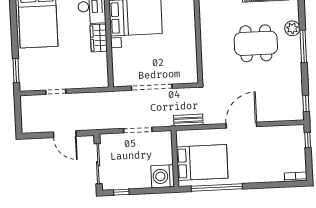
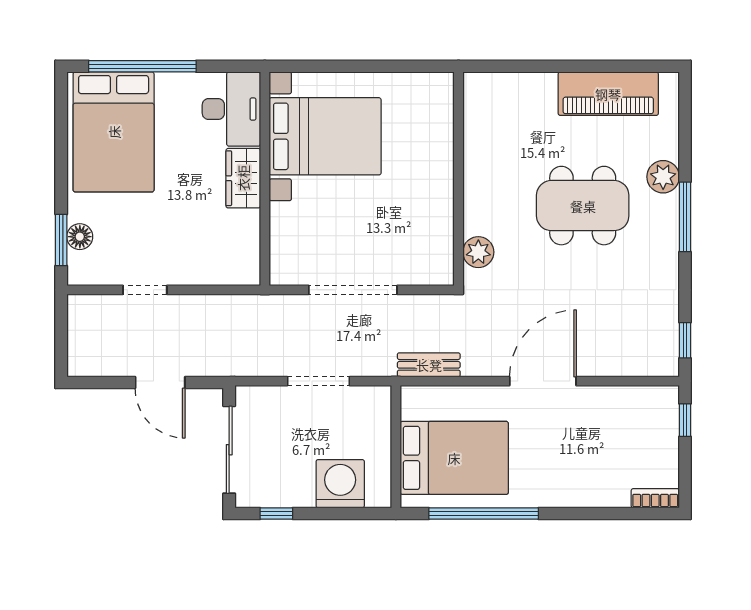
plant: (209, 67) -> (478, 252), added
floor lamp: (25, 69) -> (80, 237), added
washing machine: (163, 176) -> (340, 484), moved, turned 90

